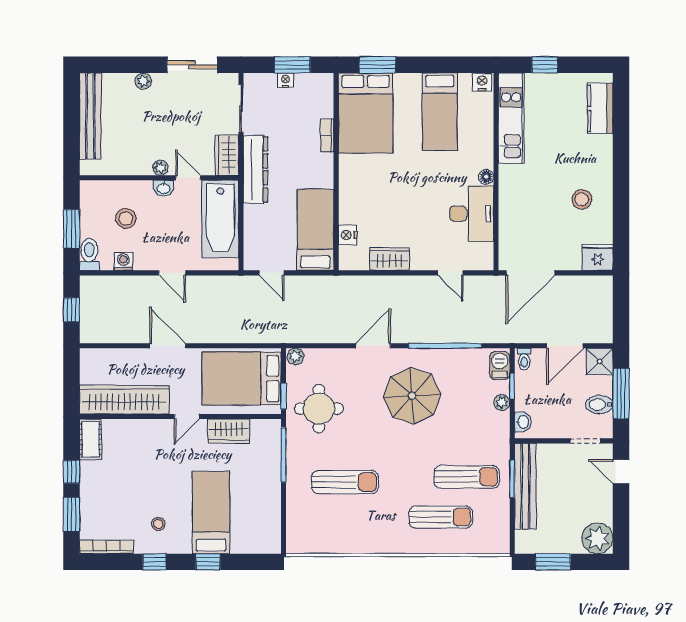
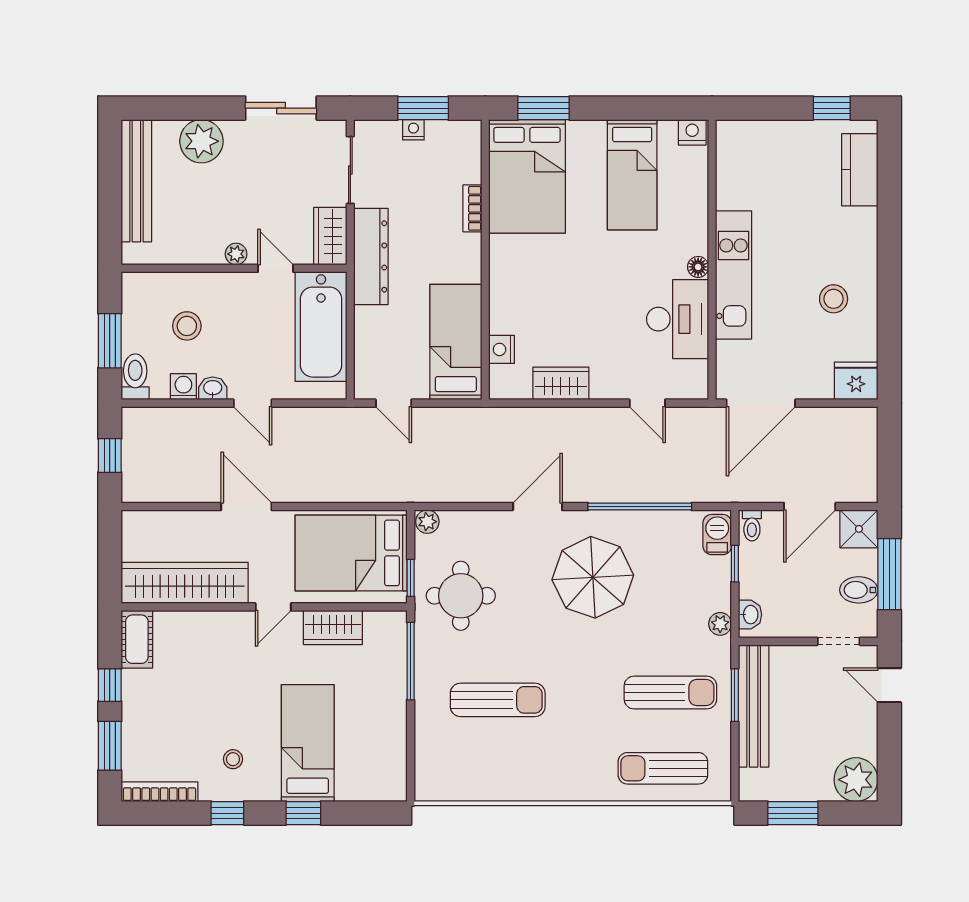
window: (545, 65) -> (832, 108), moved
plant: (143, 81) -> (201, 141), width x1.87, depth x1.87
kitchen unit: (511, 118) -> (733, 275), moved
washbasin: (164, 188) -> (213, 388), moved, turned 180
plant: (502, 402) -> (720, 624), moved
sun lounger: (441, 517) -> (663, 768), moved, turned 180

